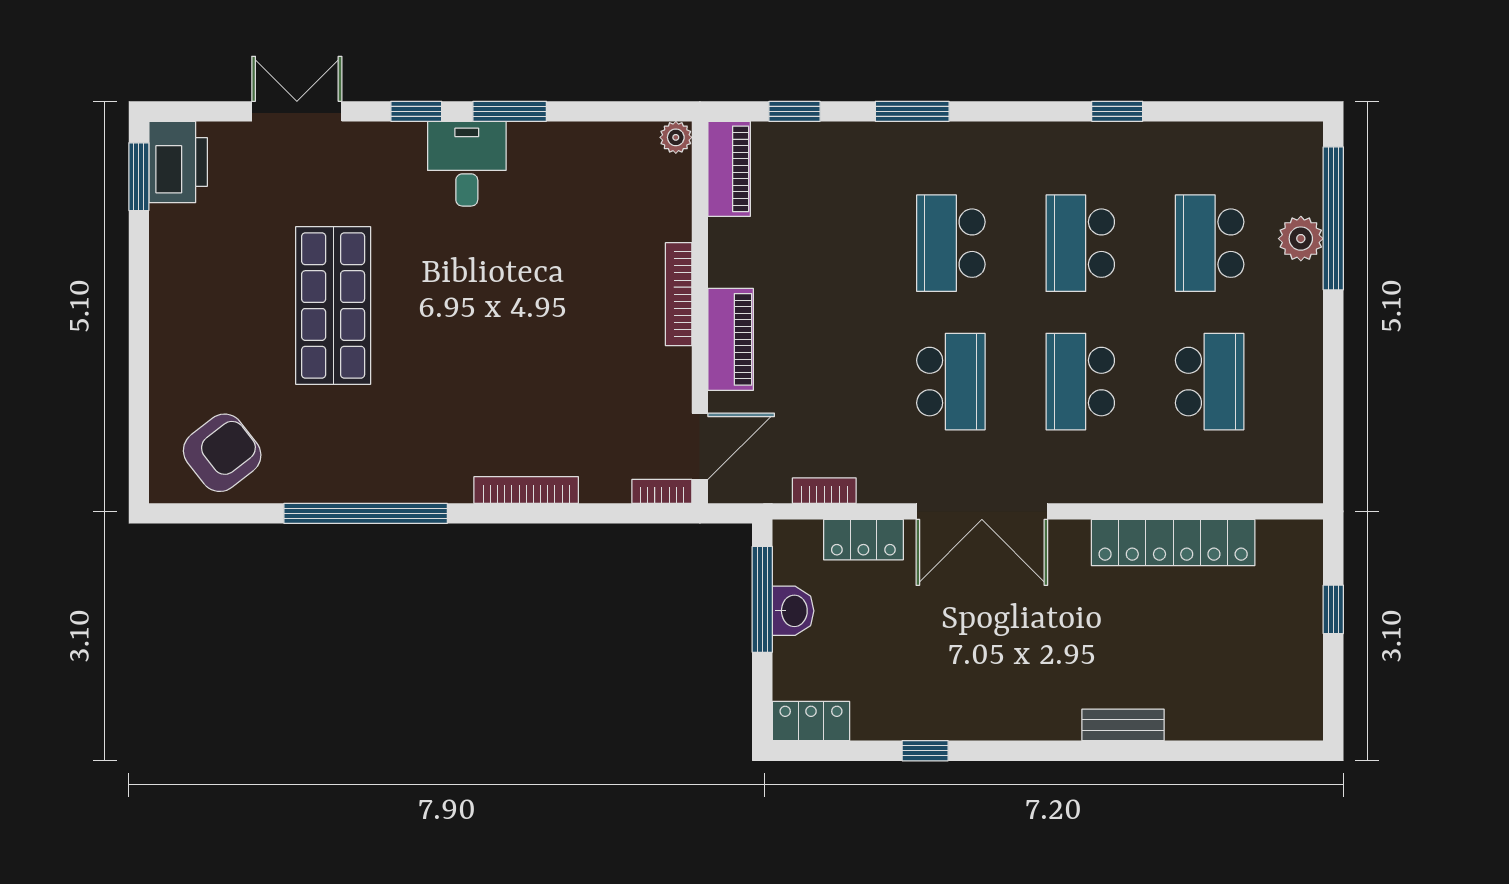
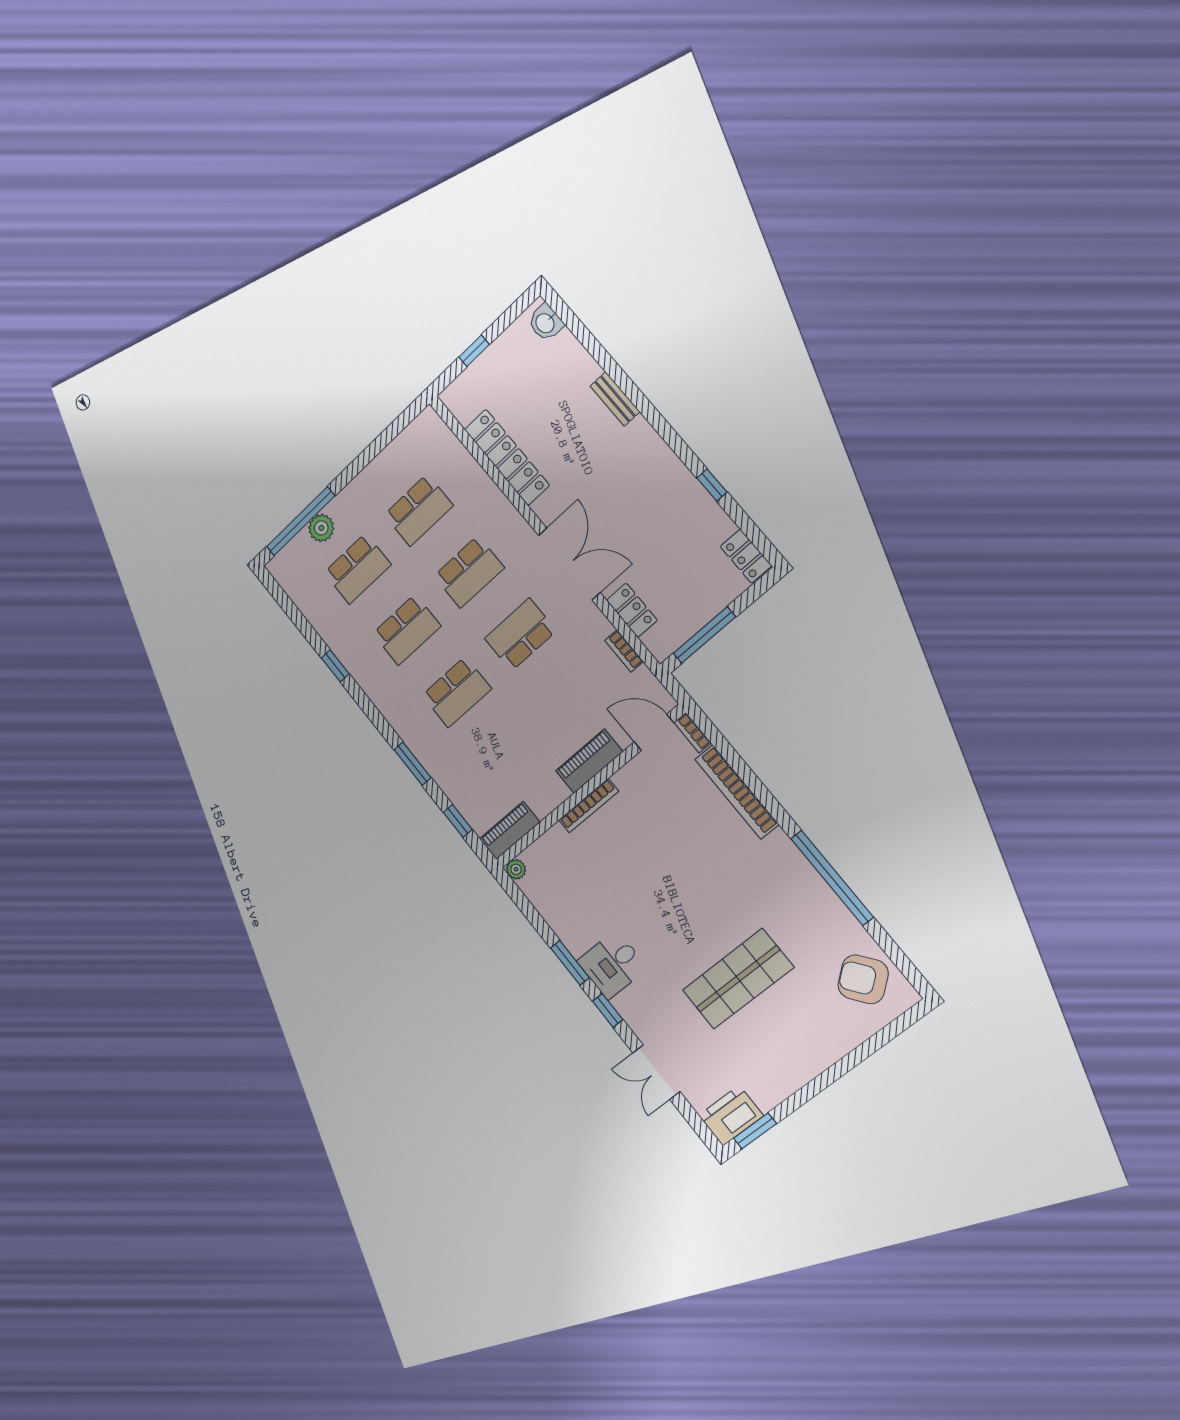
school desk: (1210, 382) -> (419, 510), turned 180
bookcase: (526, 490) -> (737, 792), width x1.48, depth x1.31
washbasin: (793, 611) -> (546, 323), moved, turned -90

